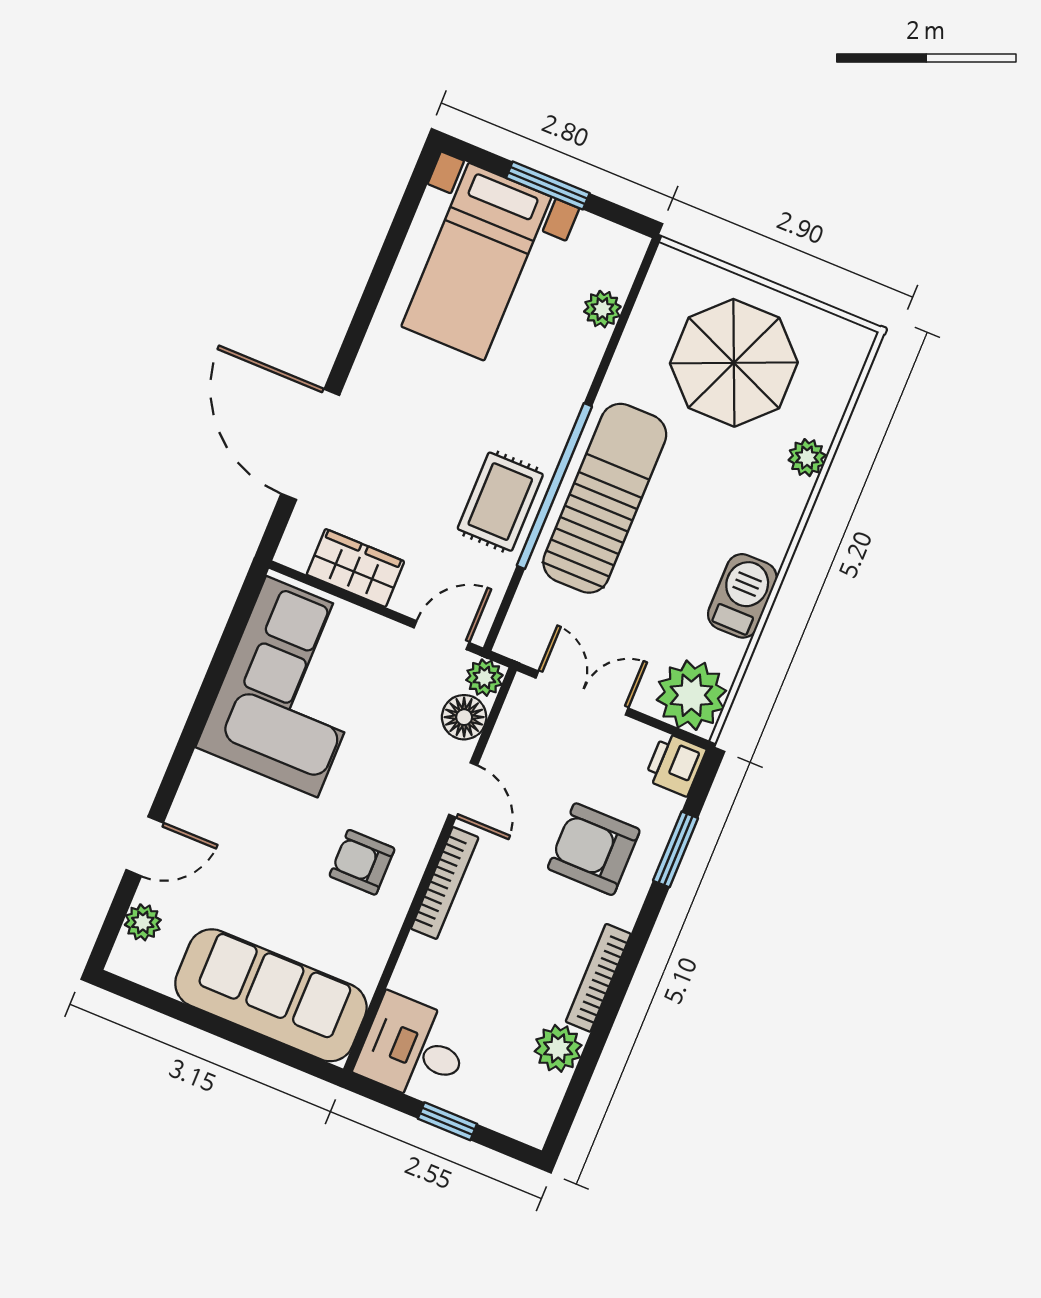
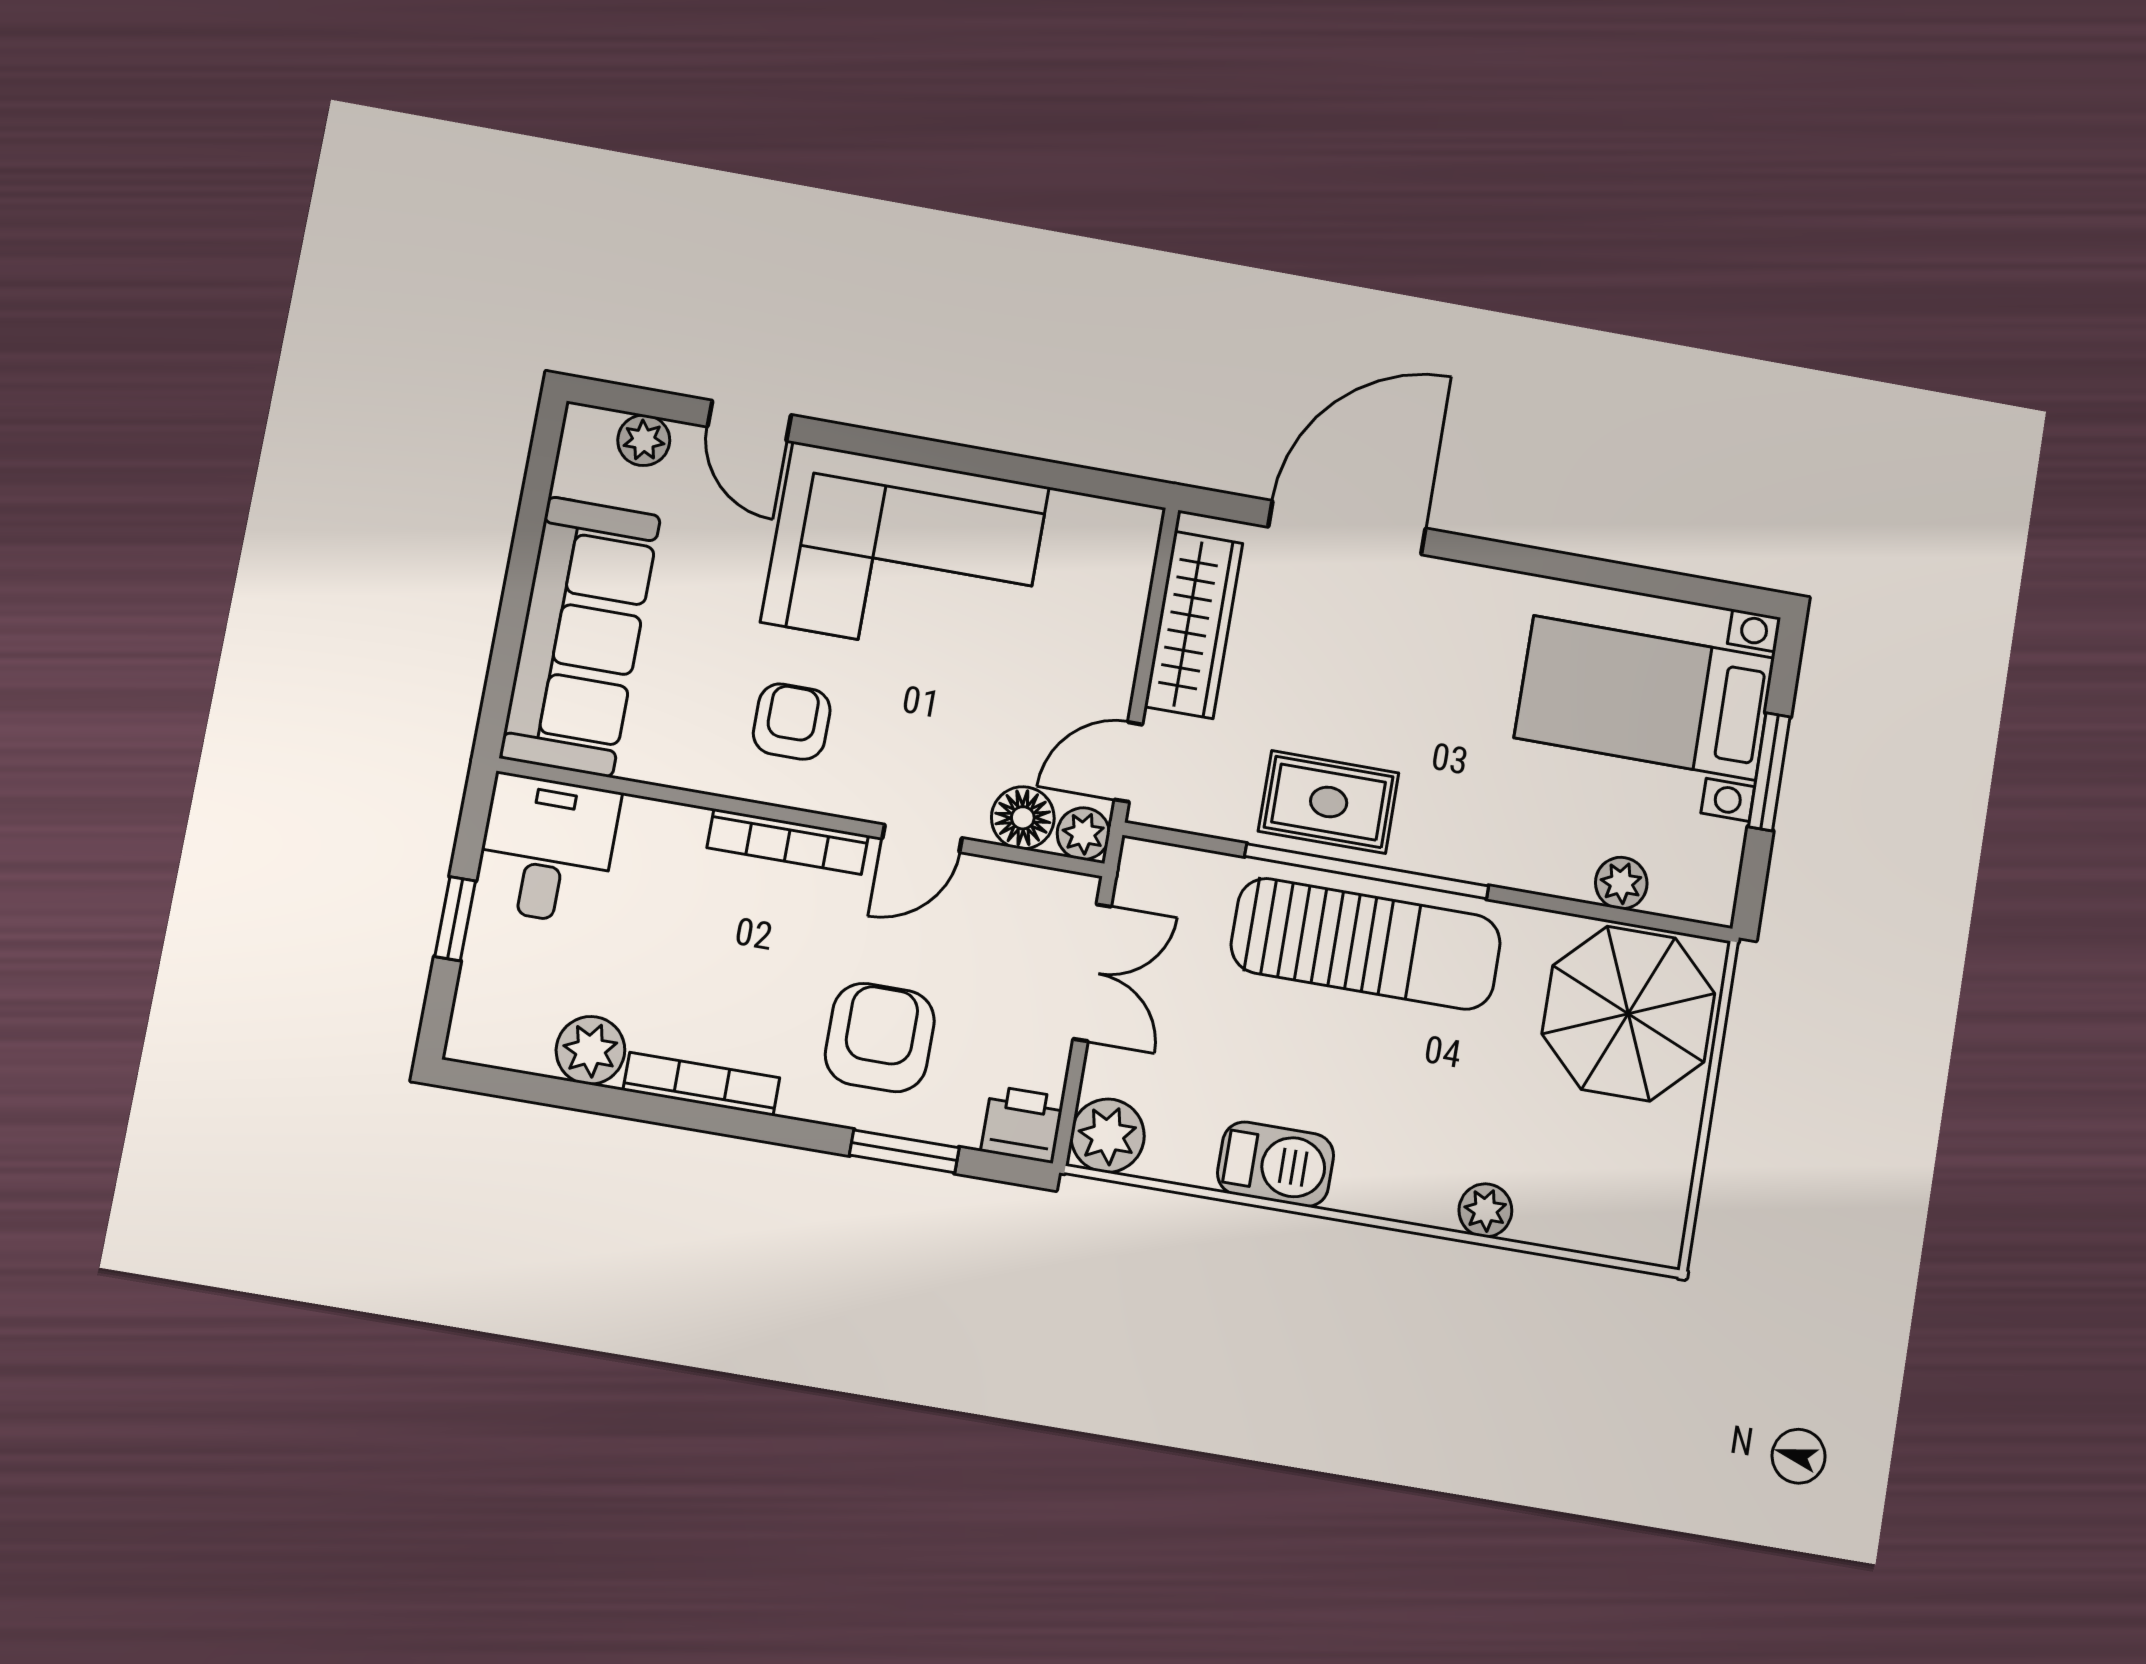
parasol: (734, 363) -> (1628, 1014), moved
wardrobe: (355, 568) -> (1194, 625), width x1.50
door: (442, 635) -> (1128, 762), swing flipped
corner sofa: (292, 687) -> (905, 554), moved
plant: (691, 695) -> (1108, 1136), width x0.73, depth x0.73

